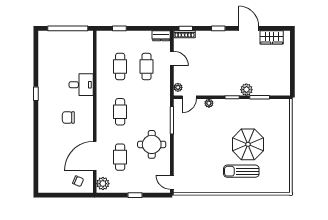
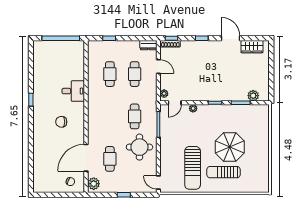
plant: (246, 90) -> (253, 96), moved
cafe table: (120, 112) -> (135, 116), moved
sun lounger: (208, 167) -> (193, 168), added

